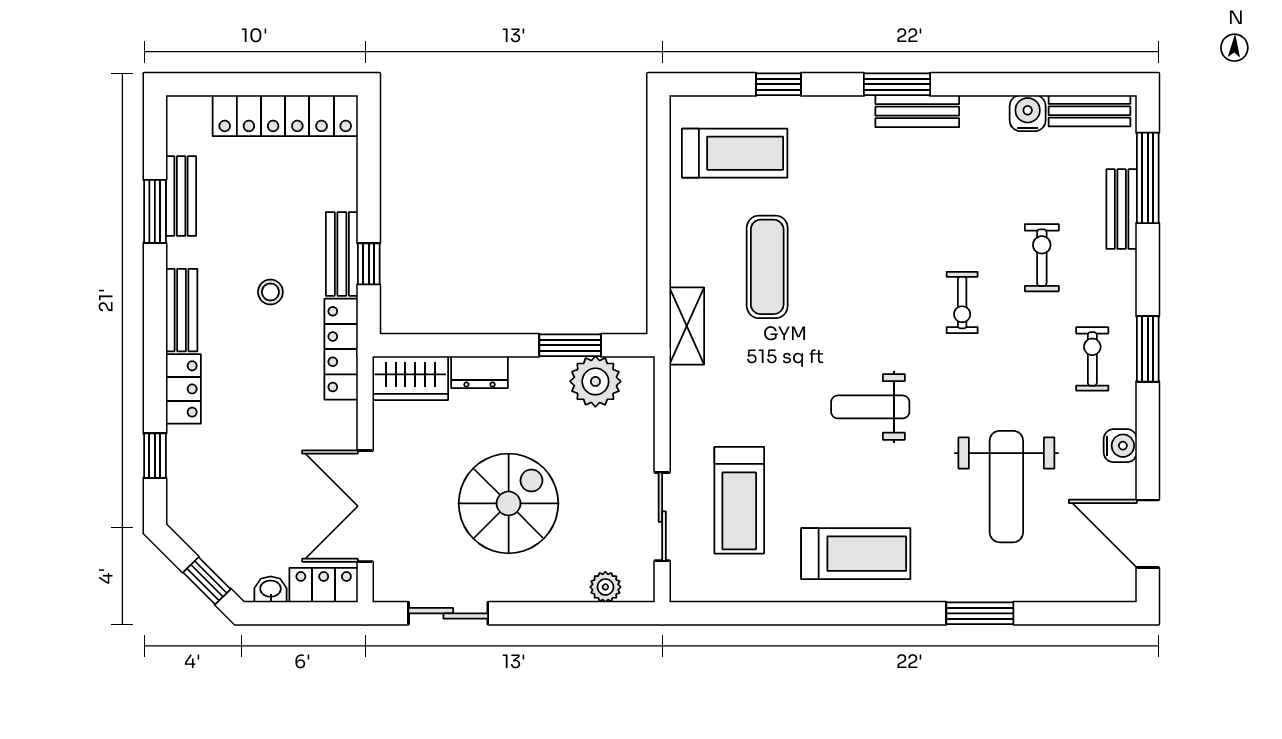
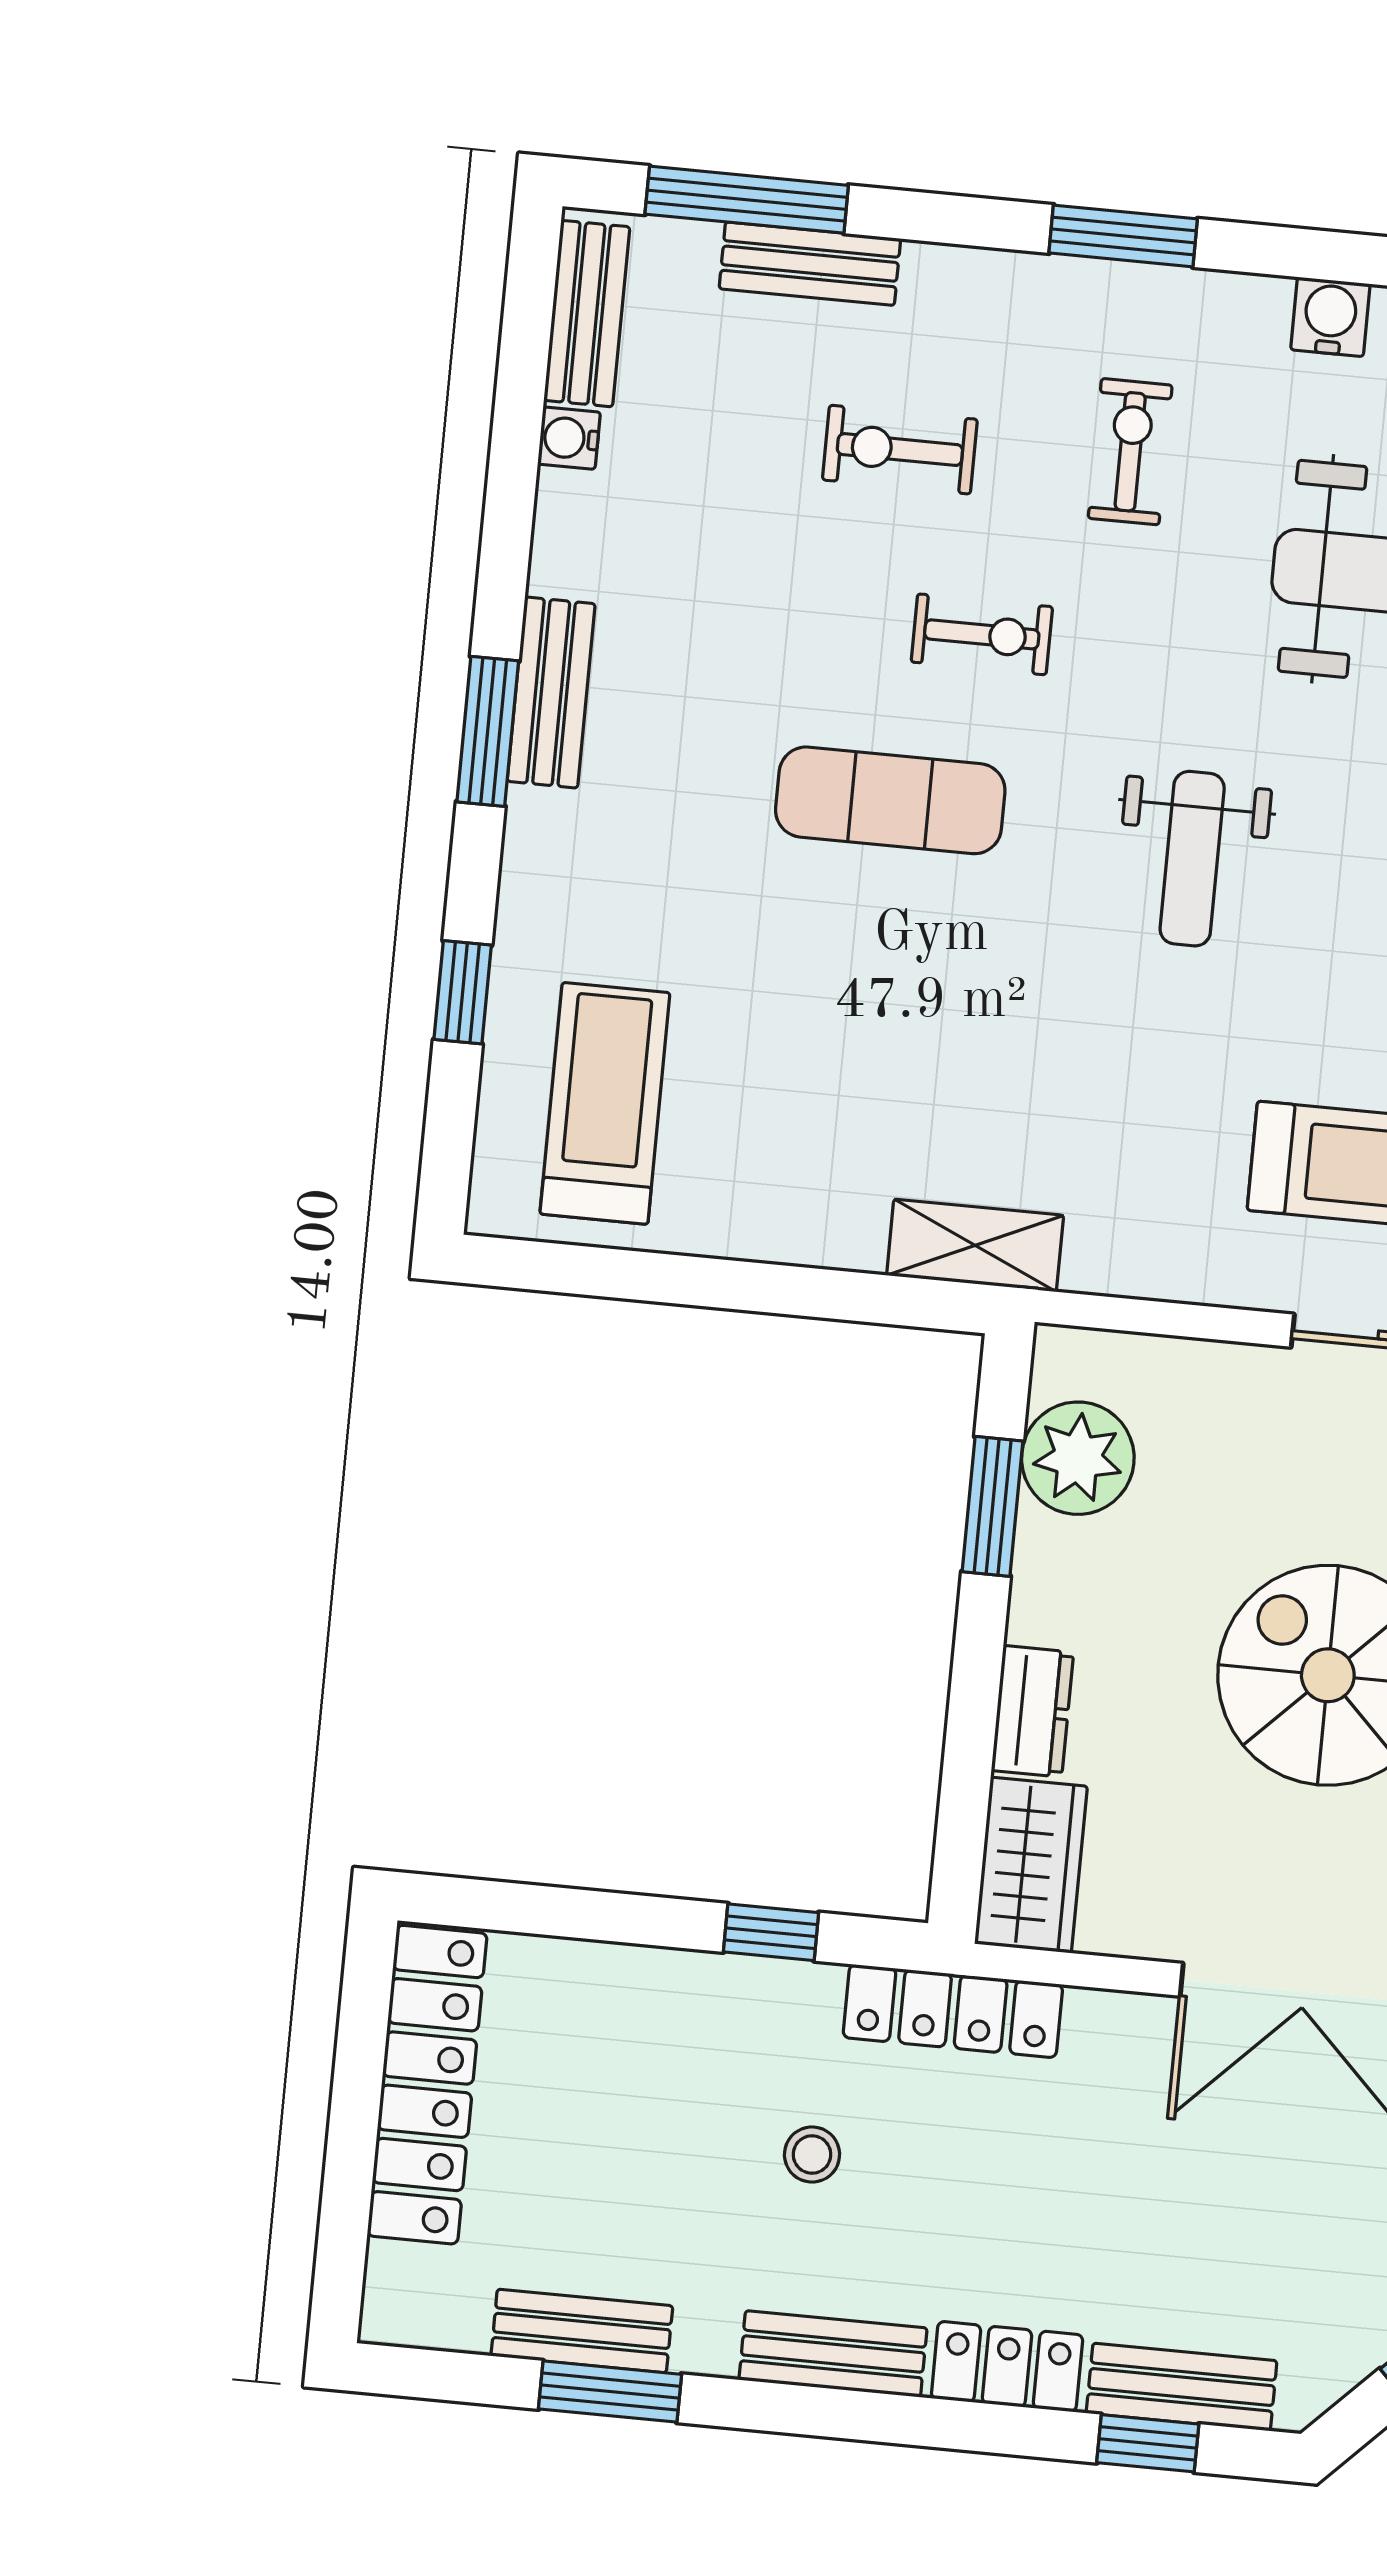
water cooler: (1028, 113) -> (569, 438), width x0.72, depth x0.72
bench: (342, 254) -> (1182, 2387), moved
exercise mat: (767, 267) -> (890, 800), moved
exercise bike: (1092, 359) -> (1130, 452), moved, turned 90

